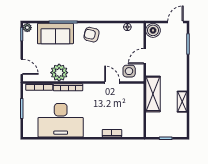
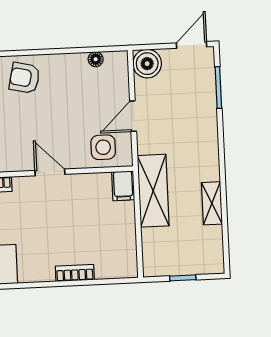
door: (112, 82) -> (50, 172), moved
filing cabinet: (138, 91) -> (123, 186), added

